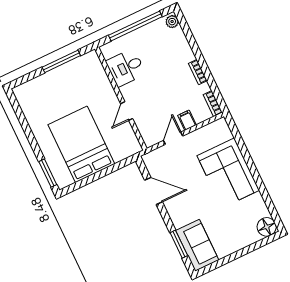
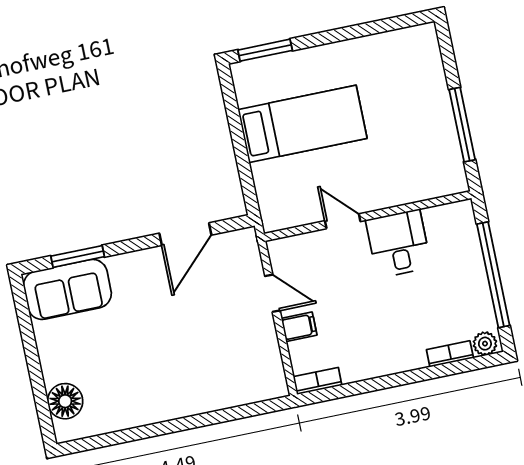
desk: (126, 68) -> (398, 244), moved
bookcase: (198, 72) -> (450, 354), moved
bed: (81, 144) -> (302, 124), width x0.67
corner sofa: (228, 173) -> (185, 378), removed
floor lamp: (267, 227) -> (65, 401), moved

